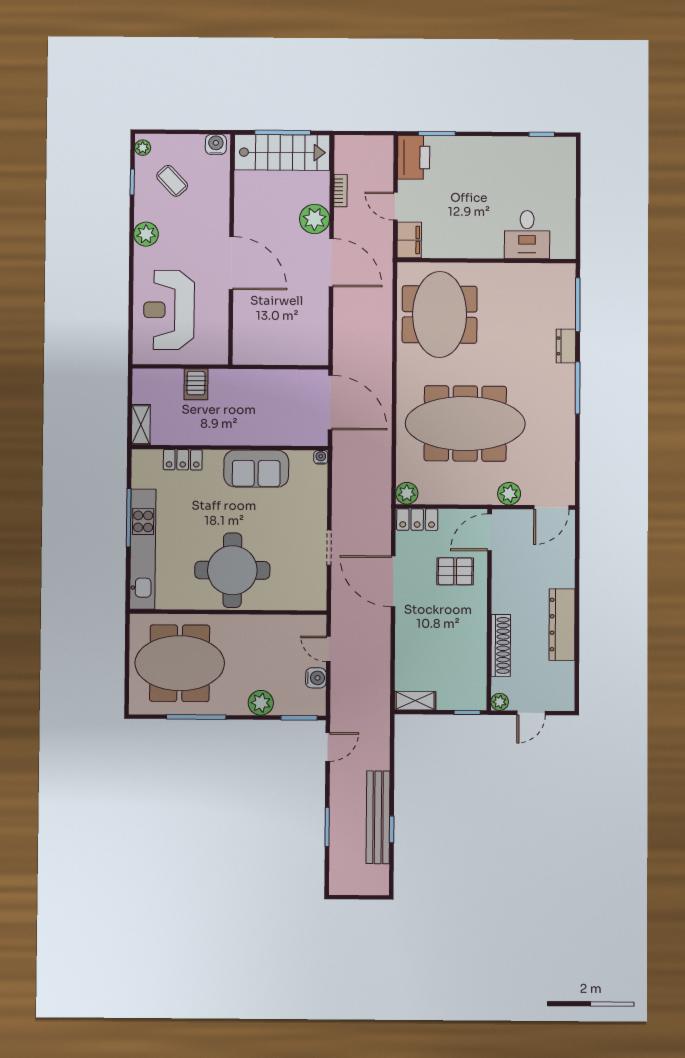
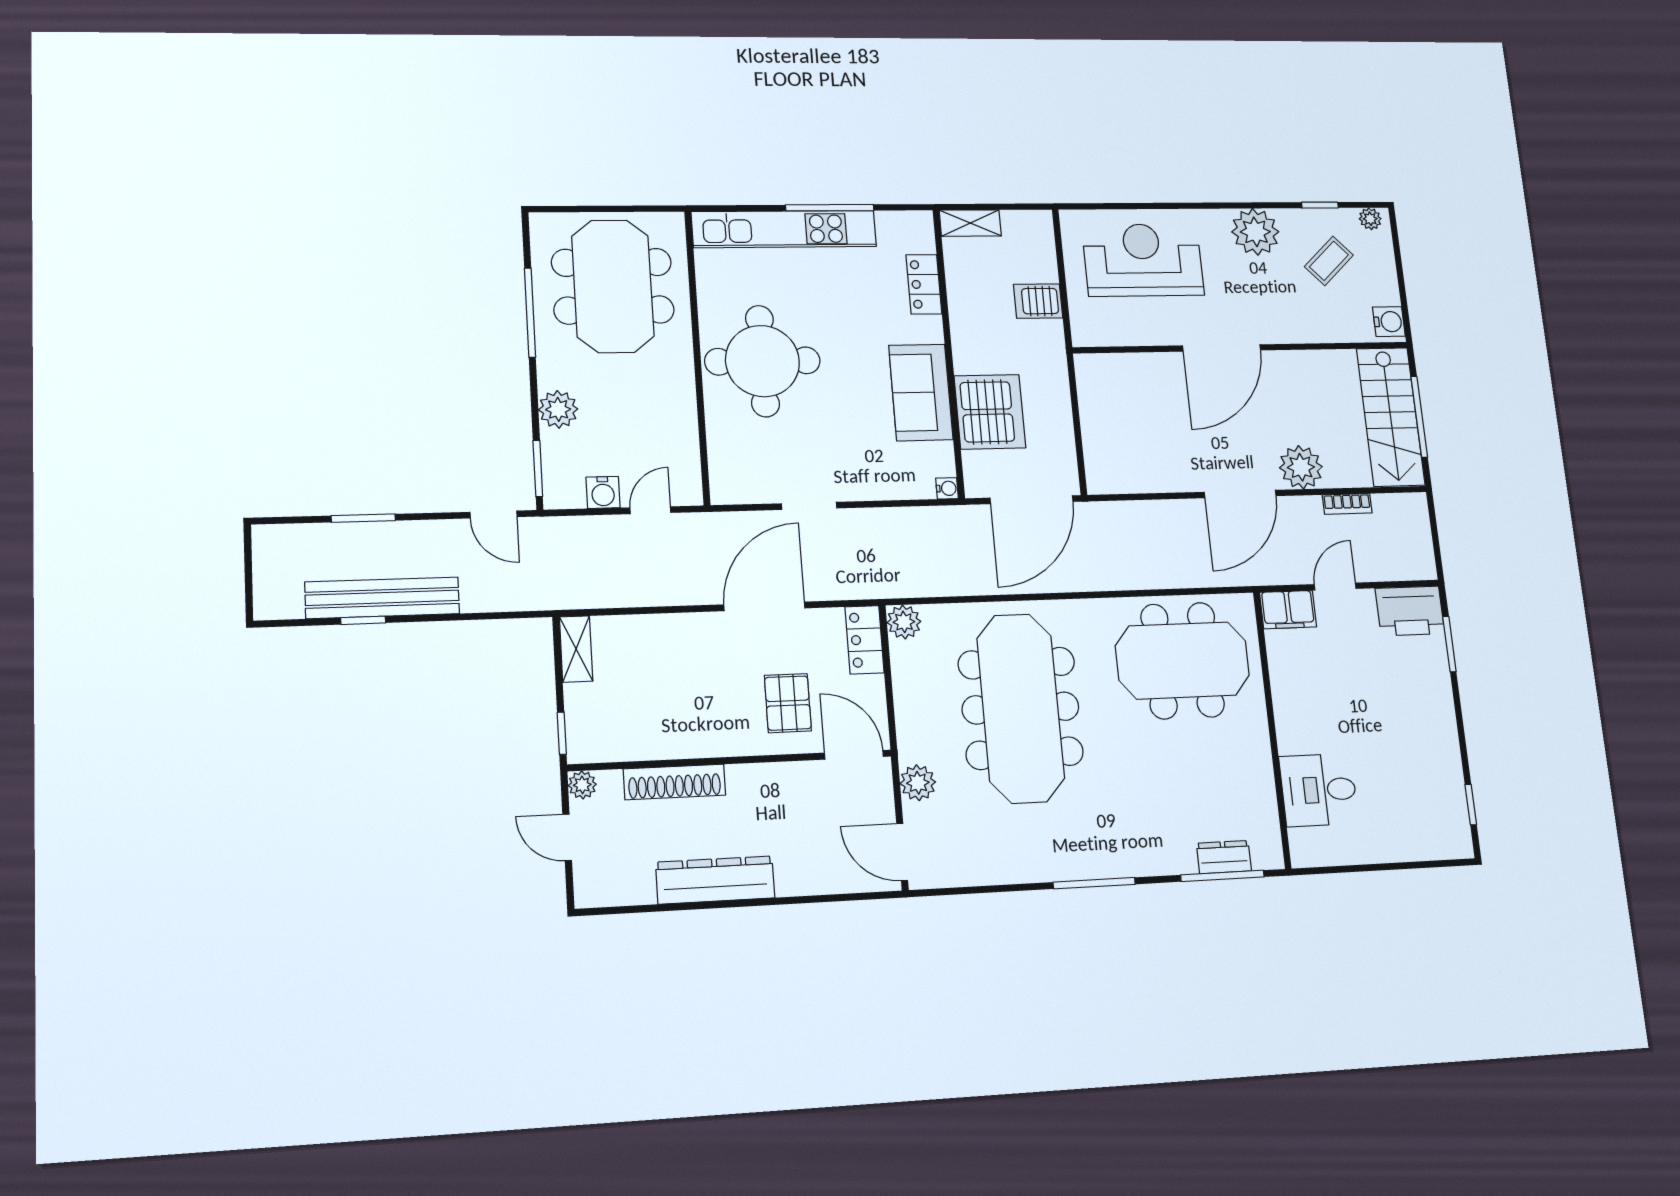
plant: (146, 234) -> (1255, 232), width x1.36, depth x1.36
dresser: (566, 346) -> (1224, 857), moved
server rack: (271, 424) -> (990, 412), added

